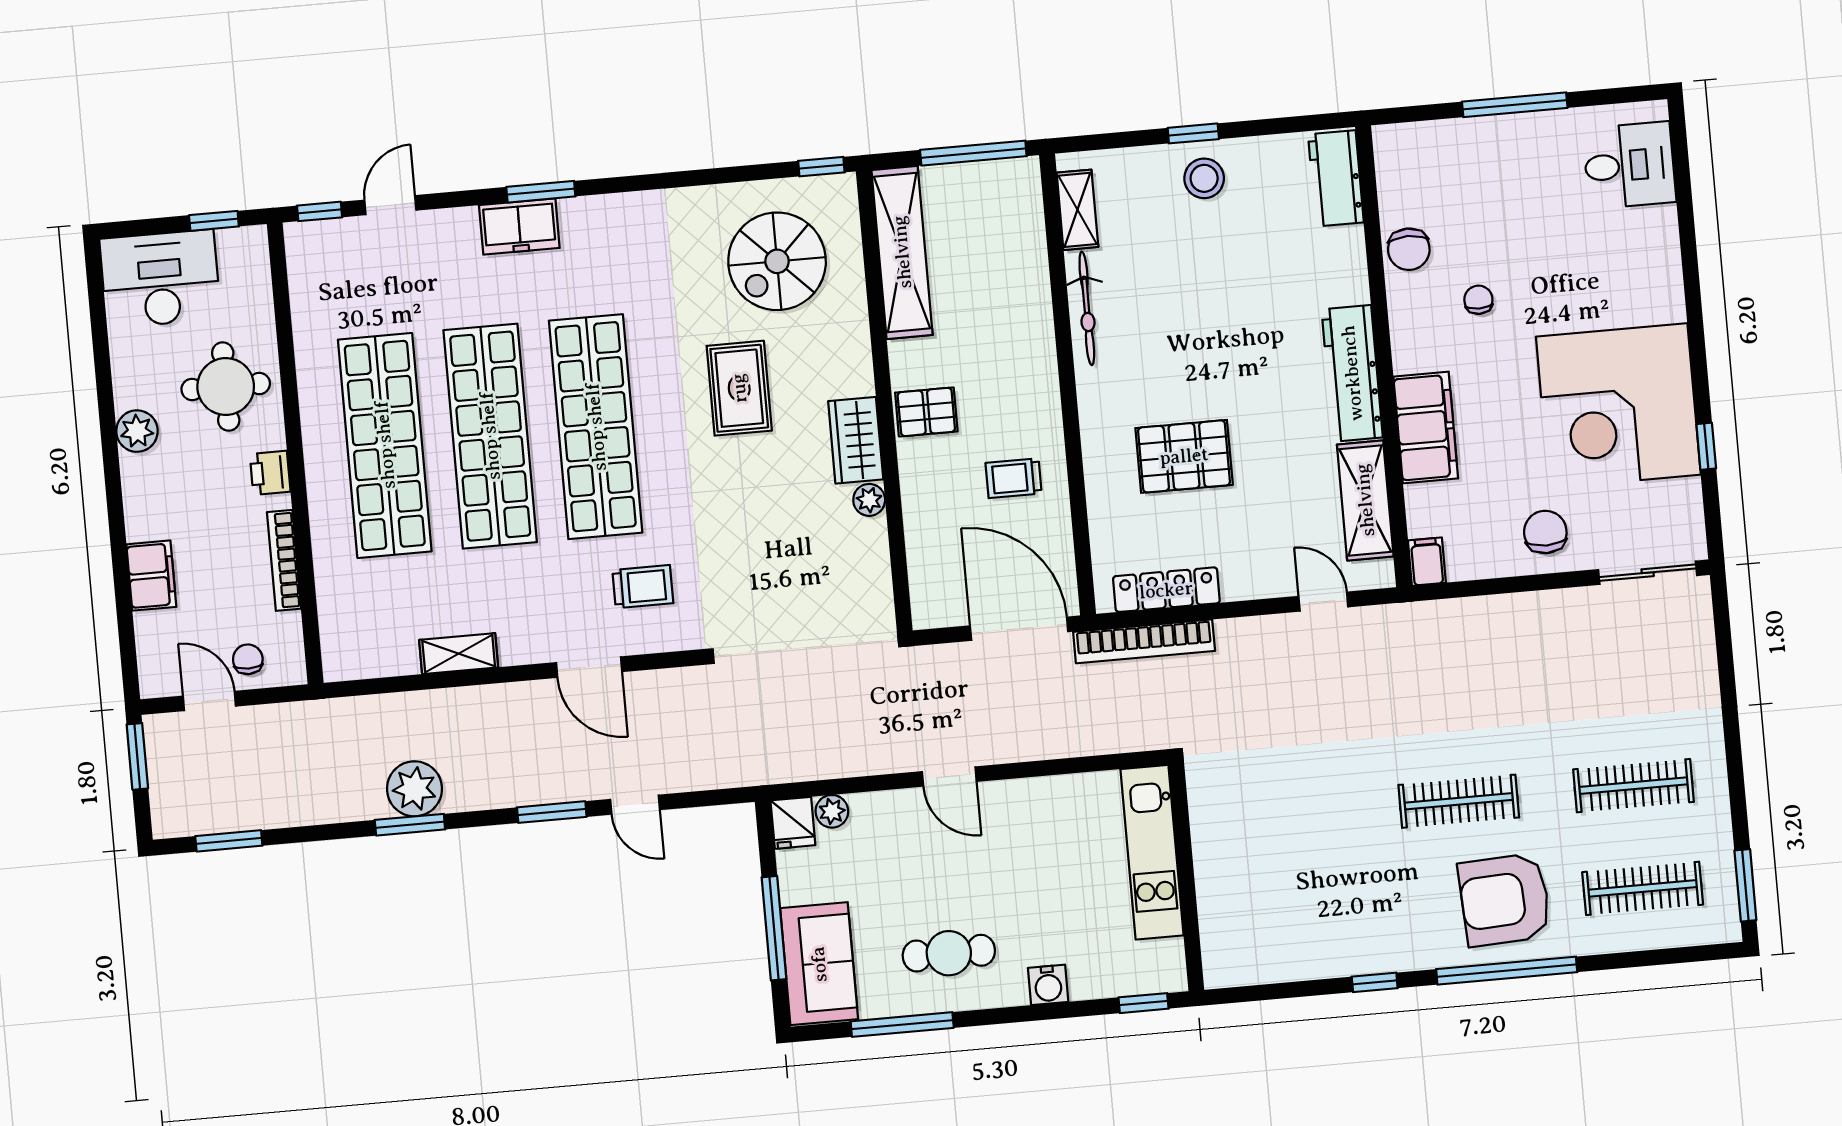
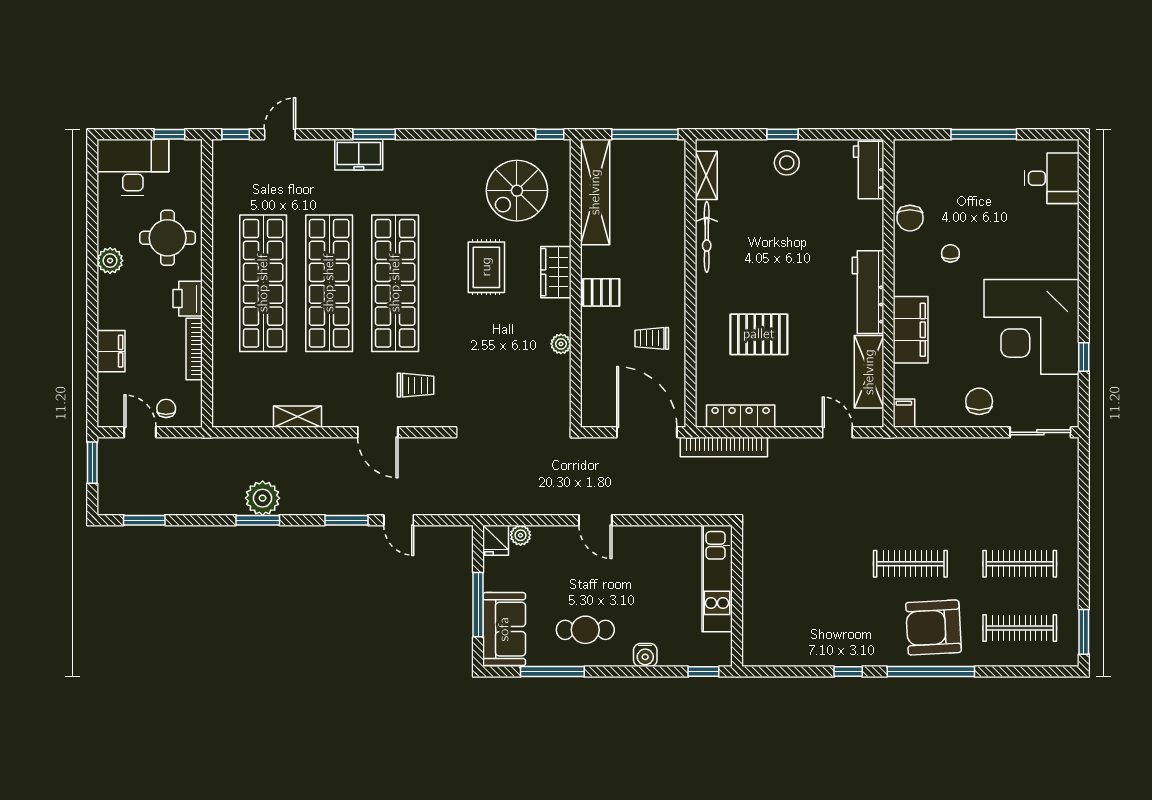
wardrobe: (856, 440) -> (556, 272), moved
printer: (270, 473) -> (188, 299), width x1.36, depth x1.24

